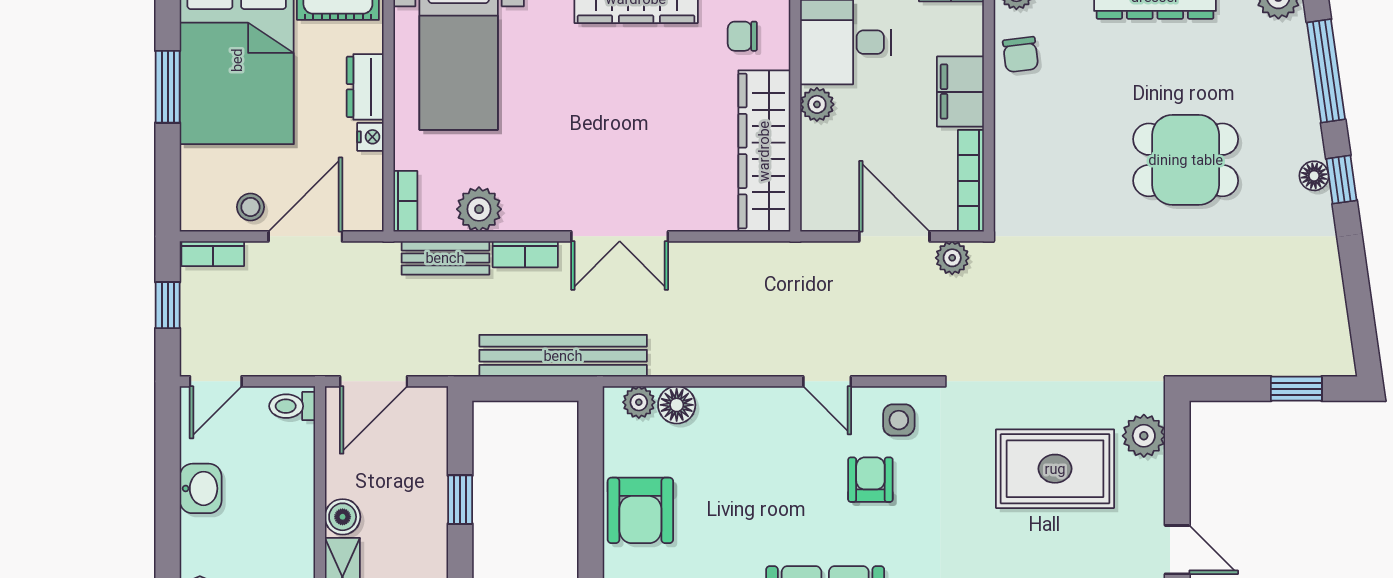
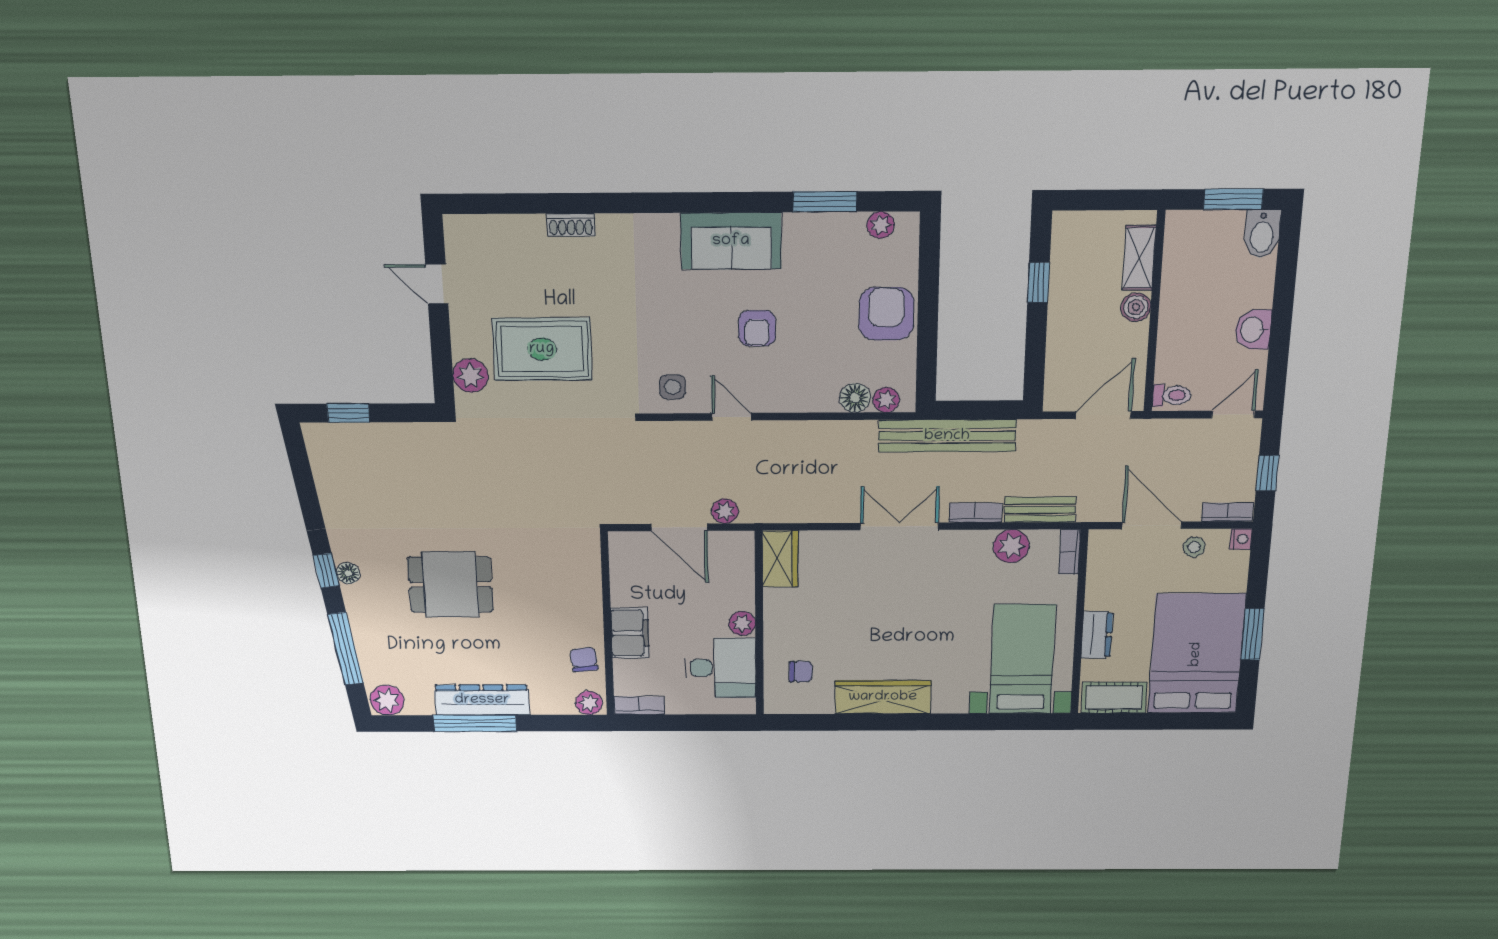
nightstand: (370, 137) -> (1241, 539), moved, turned 180
wardrobe: (764, 151) -> (780, 559), width x0.48, depth x0.85
bookcase: (971, 181) -> (619, 569), removed
door: (305, 236) -> (1152, 525), swing flipped
plant: (952, 258) -> (725, 511), moved
armchair: (870, 480) -> (757, 328), moved
window: (460, 500) -> (1038, 282), moved

